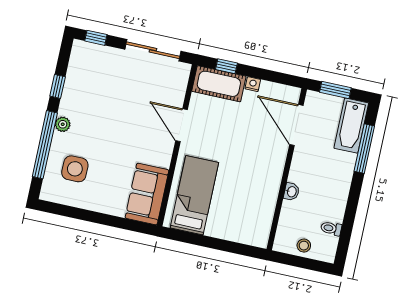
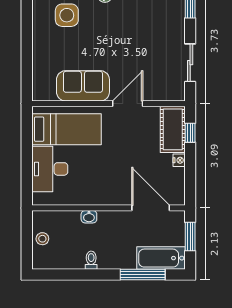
sliding door: (153, 50) -> (190, 63), width x0.73
door: (296, 125) -> (151, 208), hinge flipped
sofa: (147, 194) -> (83, 86), moved
desk: (232, 222) -> (50, 169), added
toilet: (331, 228) -> (91, 260), moved

